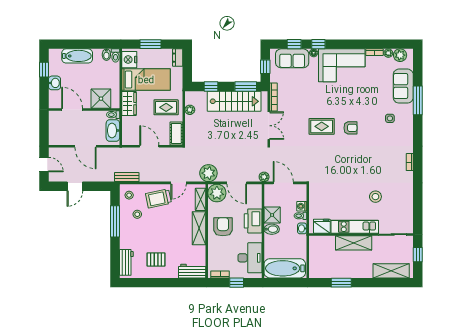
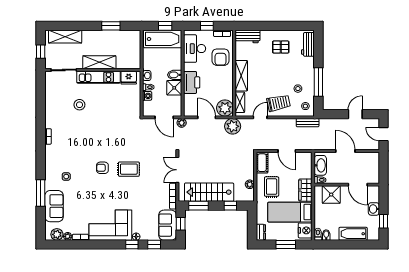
sofa: (292, 58) -> (168, 225), moved, turned -90
rug: (166, 107) -> (272, 187), turned 90
armchair: (223, 227) -> (221, 57), moved
window: (282, 283) -> (165, 26), added

